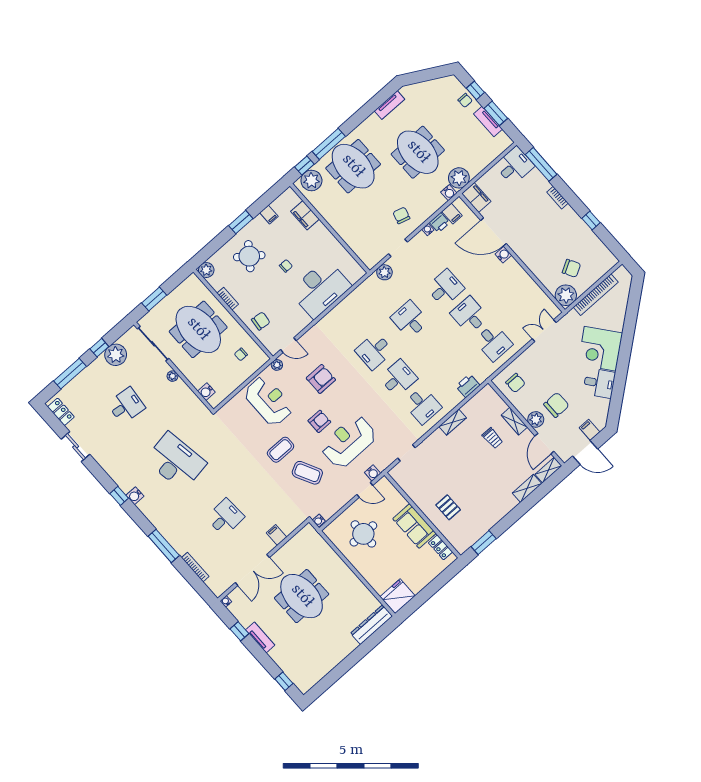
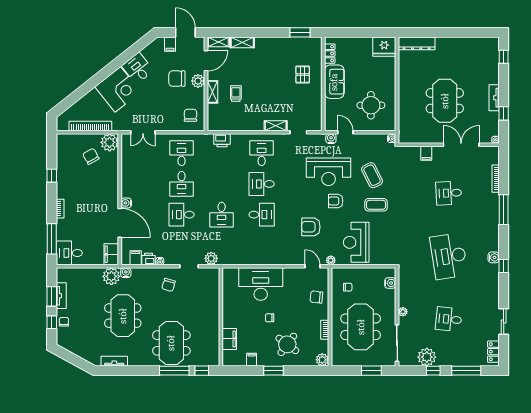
plant: (311, 180) -> (206, 357), removed
shelving: (453, 422) -> (276, 126), moved

